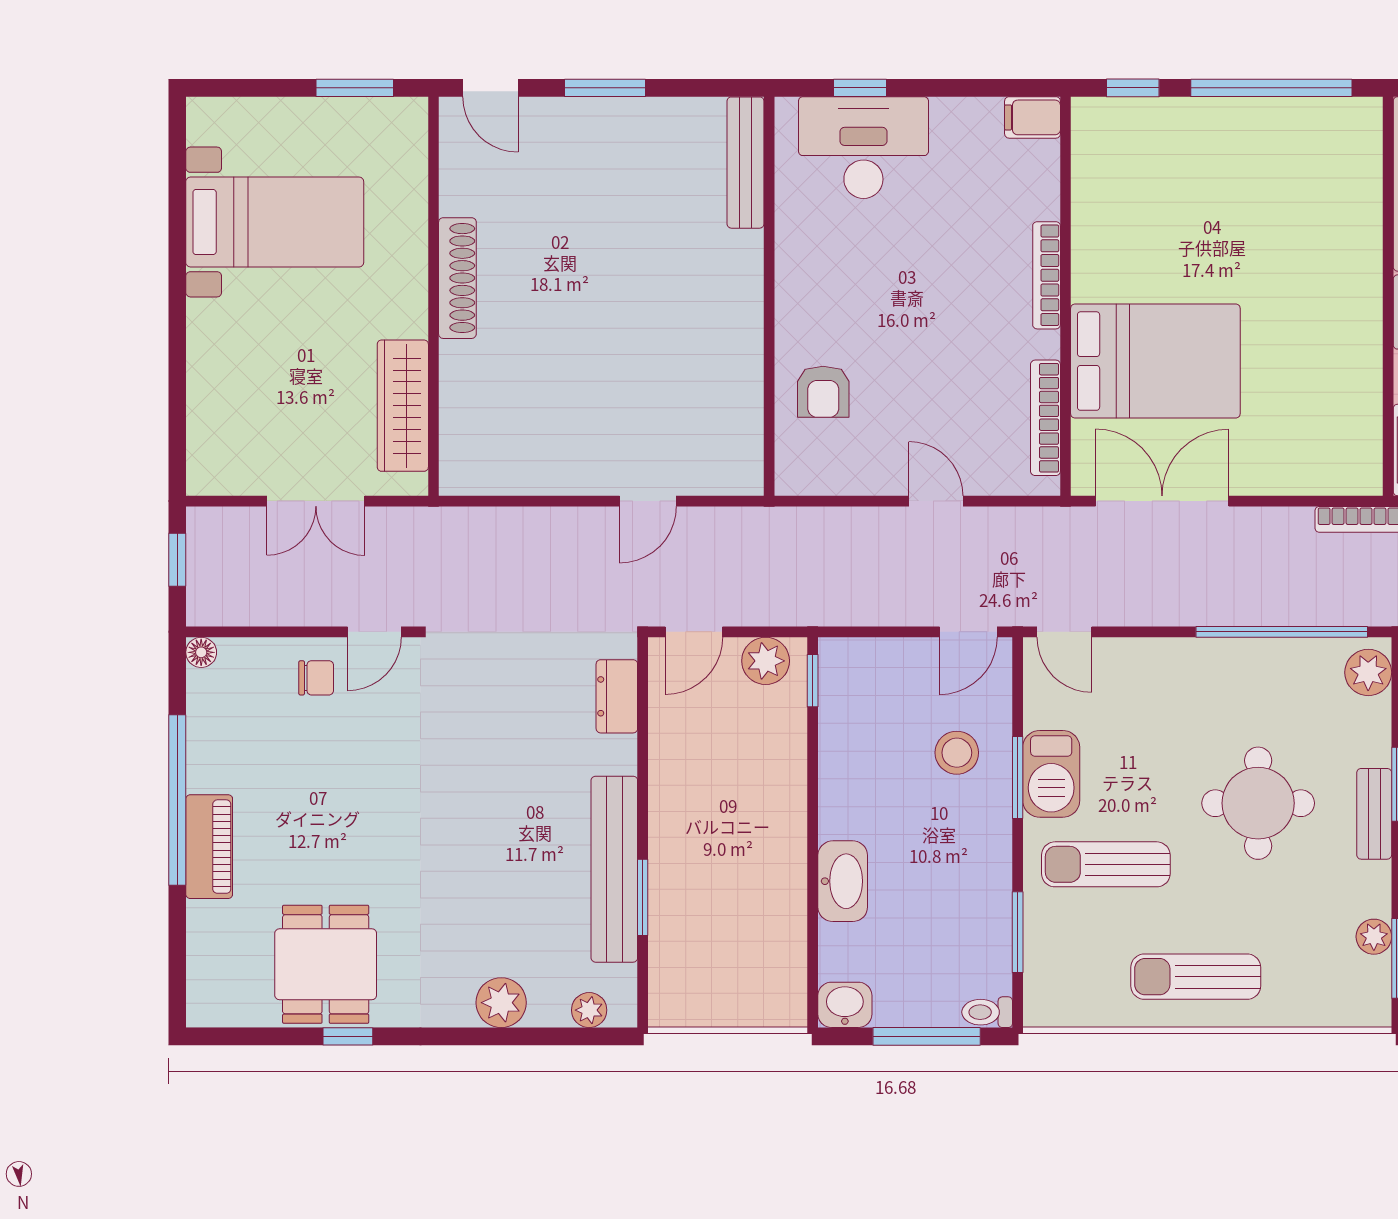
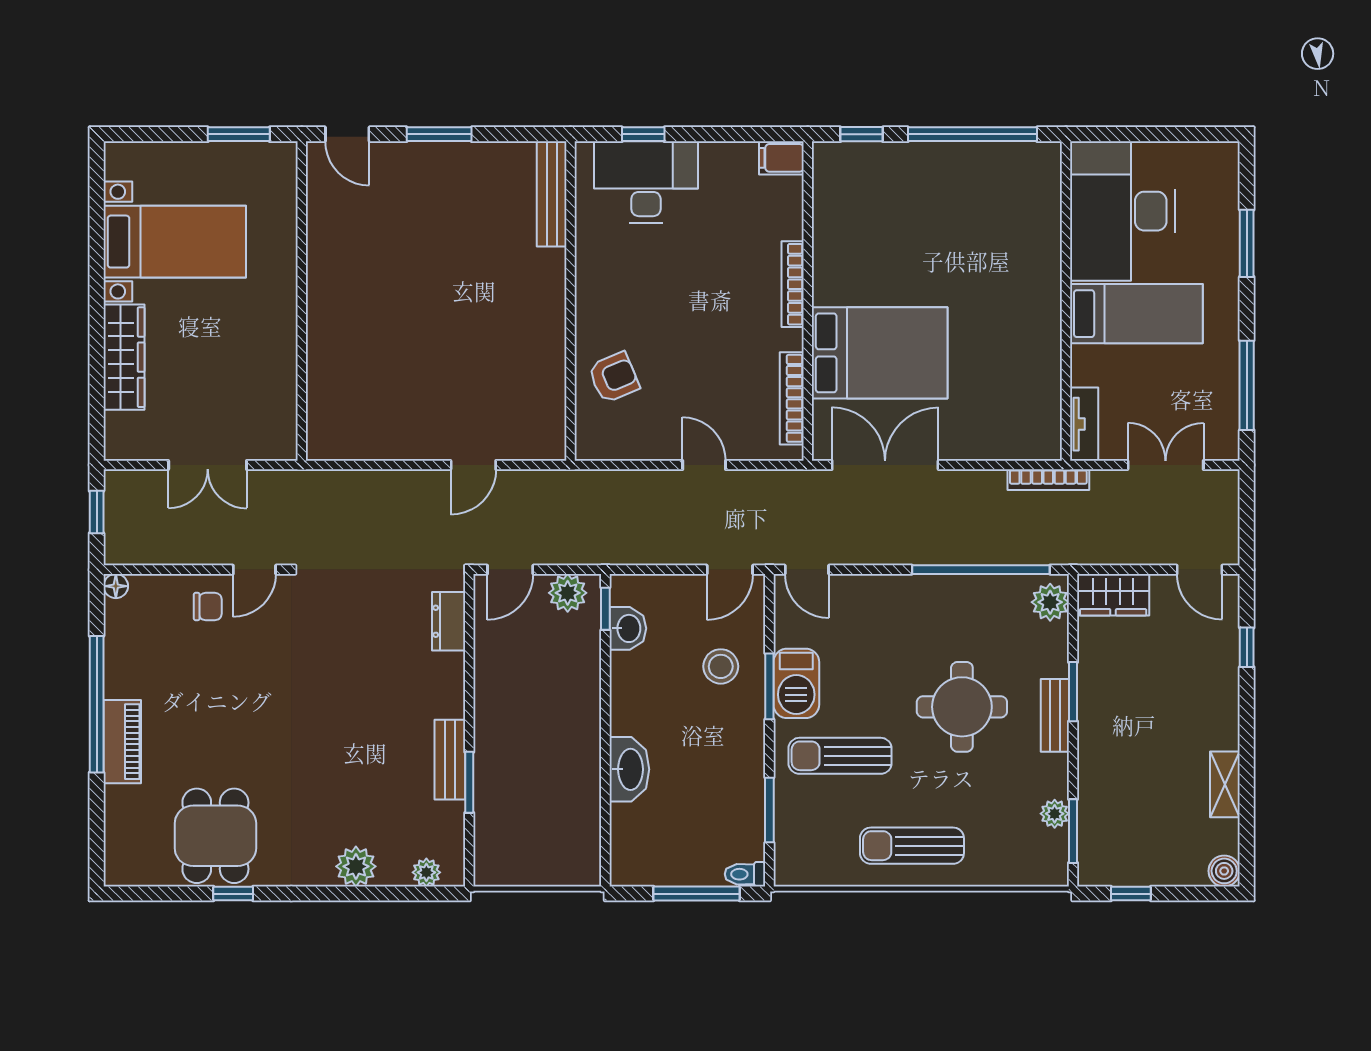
shoe rack: (457, 278) -> (321, 286), removed
armchair: (823, 392) -> (614, 377), turned -113
wardrobe: (403, 406) -> (124, 357), moved, turned 180
bench: (614, 869) -> (450, 760), width x0.54, depth x0.82
washbasin: (845, 1005) -> (628, 628), moved, turned 90

